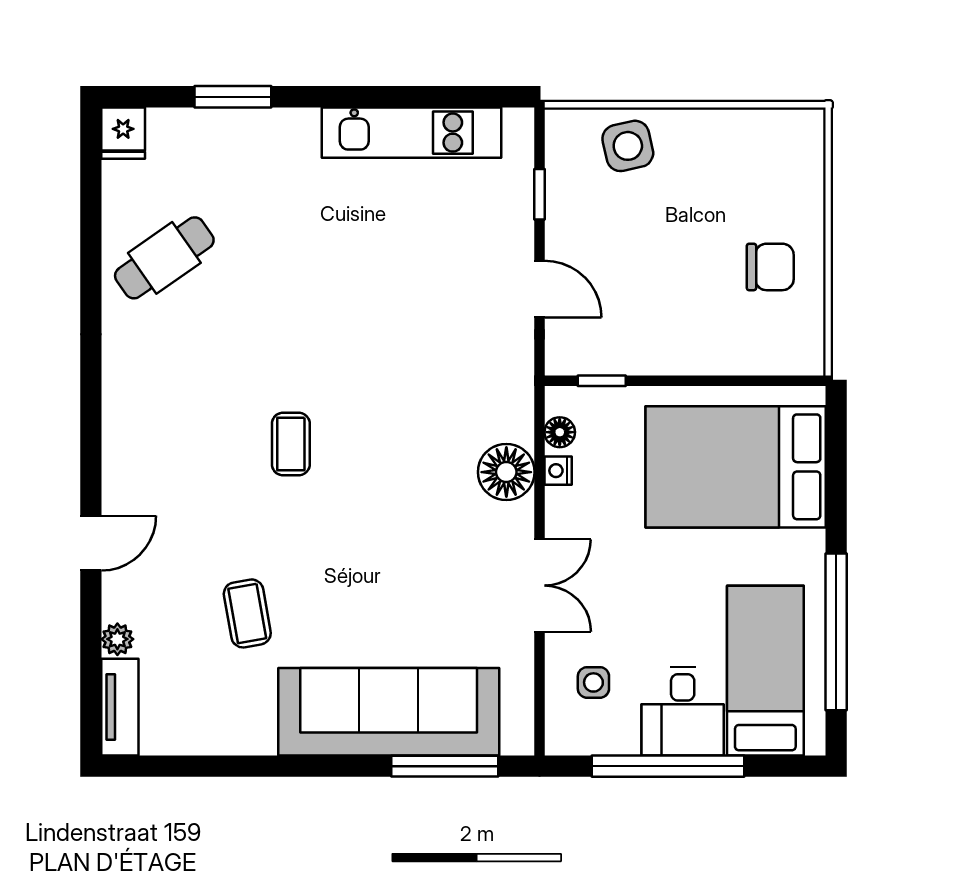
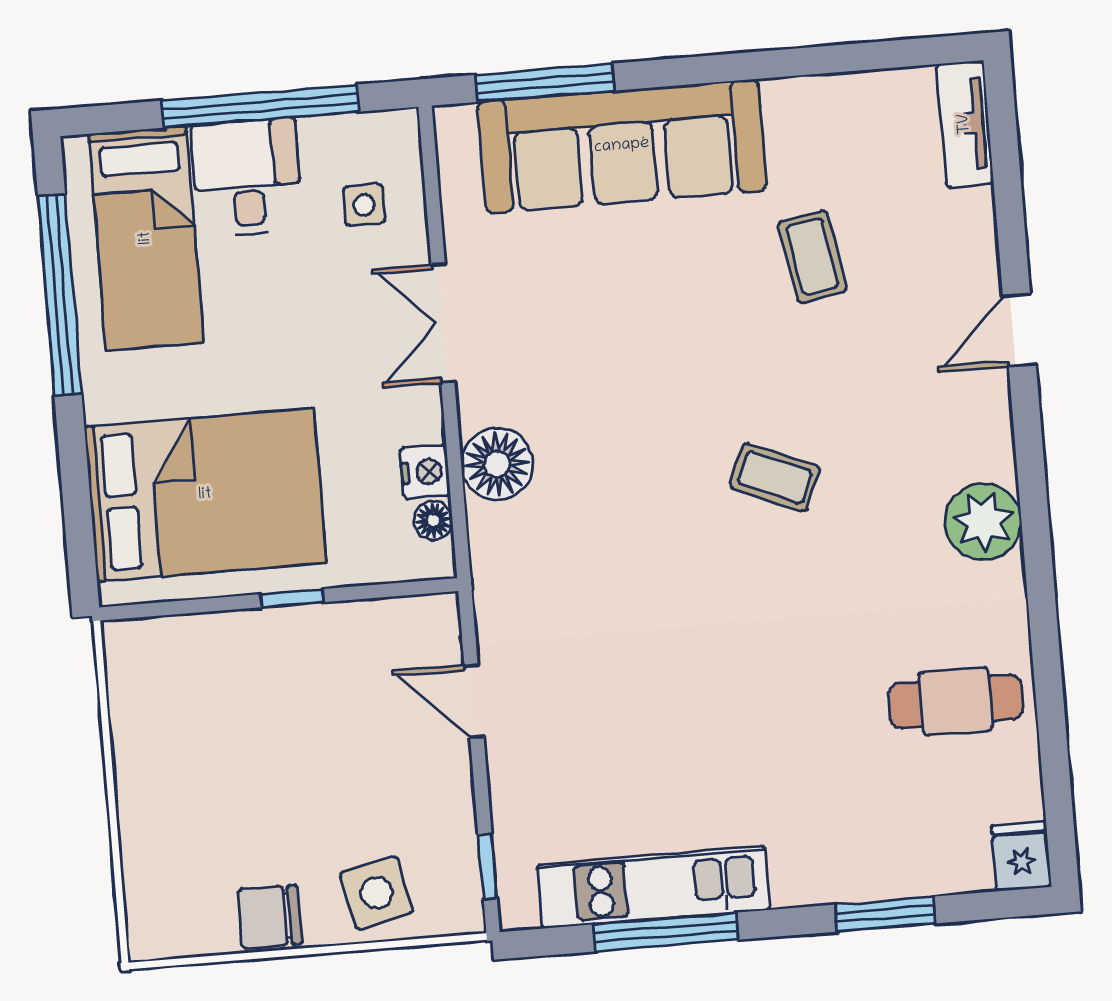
window: (405, 97) -> (666, 932), added
window: (540, 194) -> (488, 866), moved
cafe table: (164, 258) -> (956, 701), turned 35
chair: (770, 267) -> (270, 917), moved
window: (602, 381) -> (292, 598), moved
coffee table: (291, 444) -> (775, 477), turned -67
nightstand: (558, 471) -> (425, 472), width x1.39, depth x1.35
plant: (117, 639) -> (983, 522), moved, width x1.88, depth x1.88

